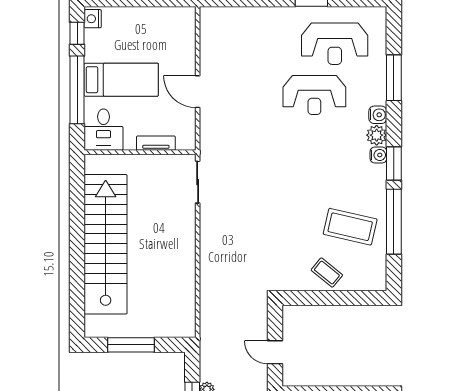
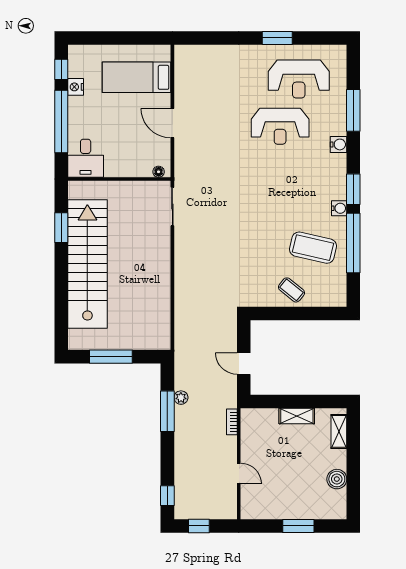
nightstand: (93, 19) -> (76, 87), moved
bed: (121, 80) -> (137, 77), moved, turned 180
plant: (377, 135) -> (337, 163), removed
tv unit: (156, 143) -> (134, 171), removed
floor lamp: (183, 144) -> (159, 172), added
water cooler: (378, 155) -> (339, 208), moved
window: (77, 205) -> (61, 228), added

